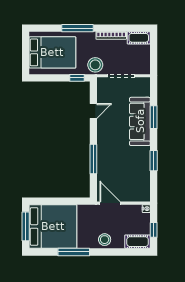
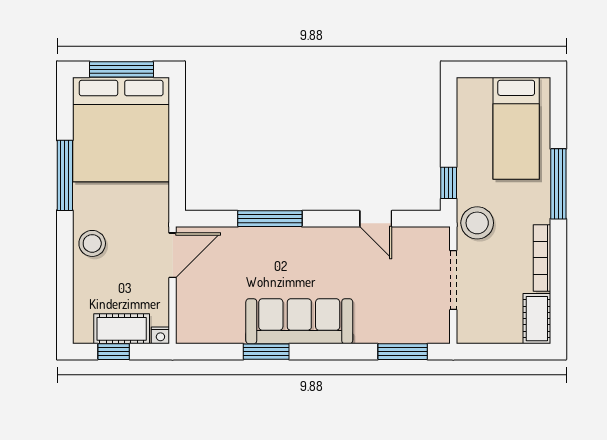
bed: (52, 52) -> (516, 128), width x0.67
window: (154, 117) -> (403, 352), moved
sofa: (140, 121) -> (299, 321), moved
cot: (138, 242) -> (122, 329), moved, turned 90

